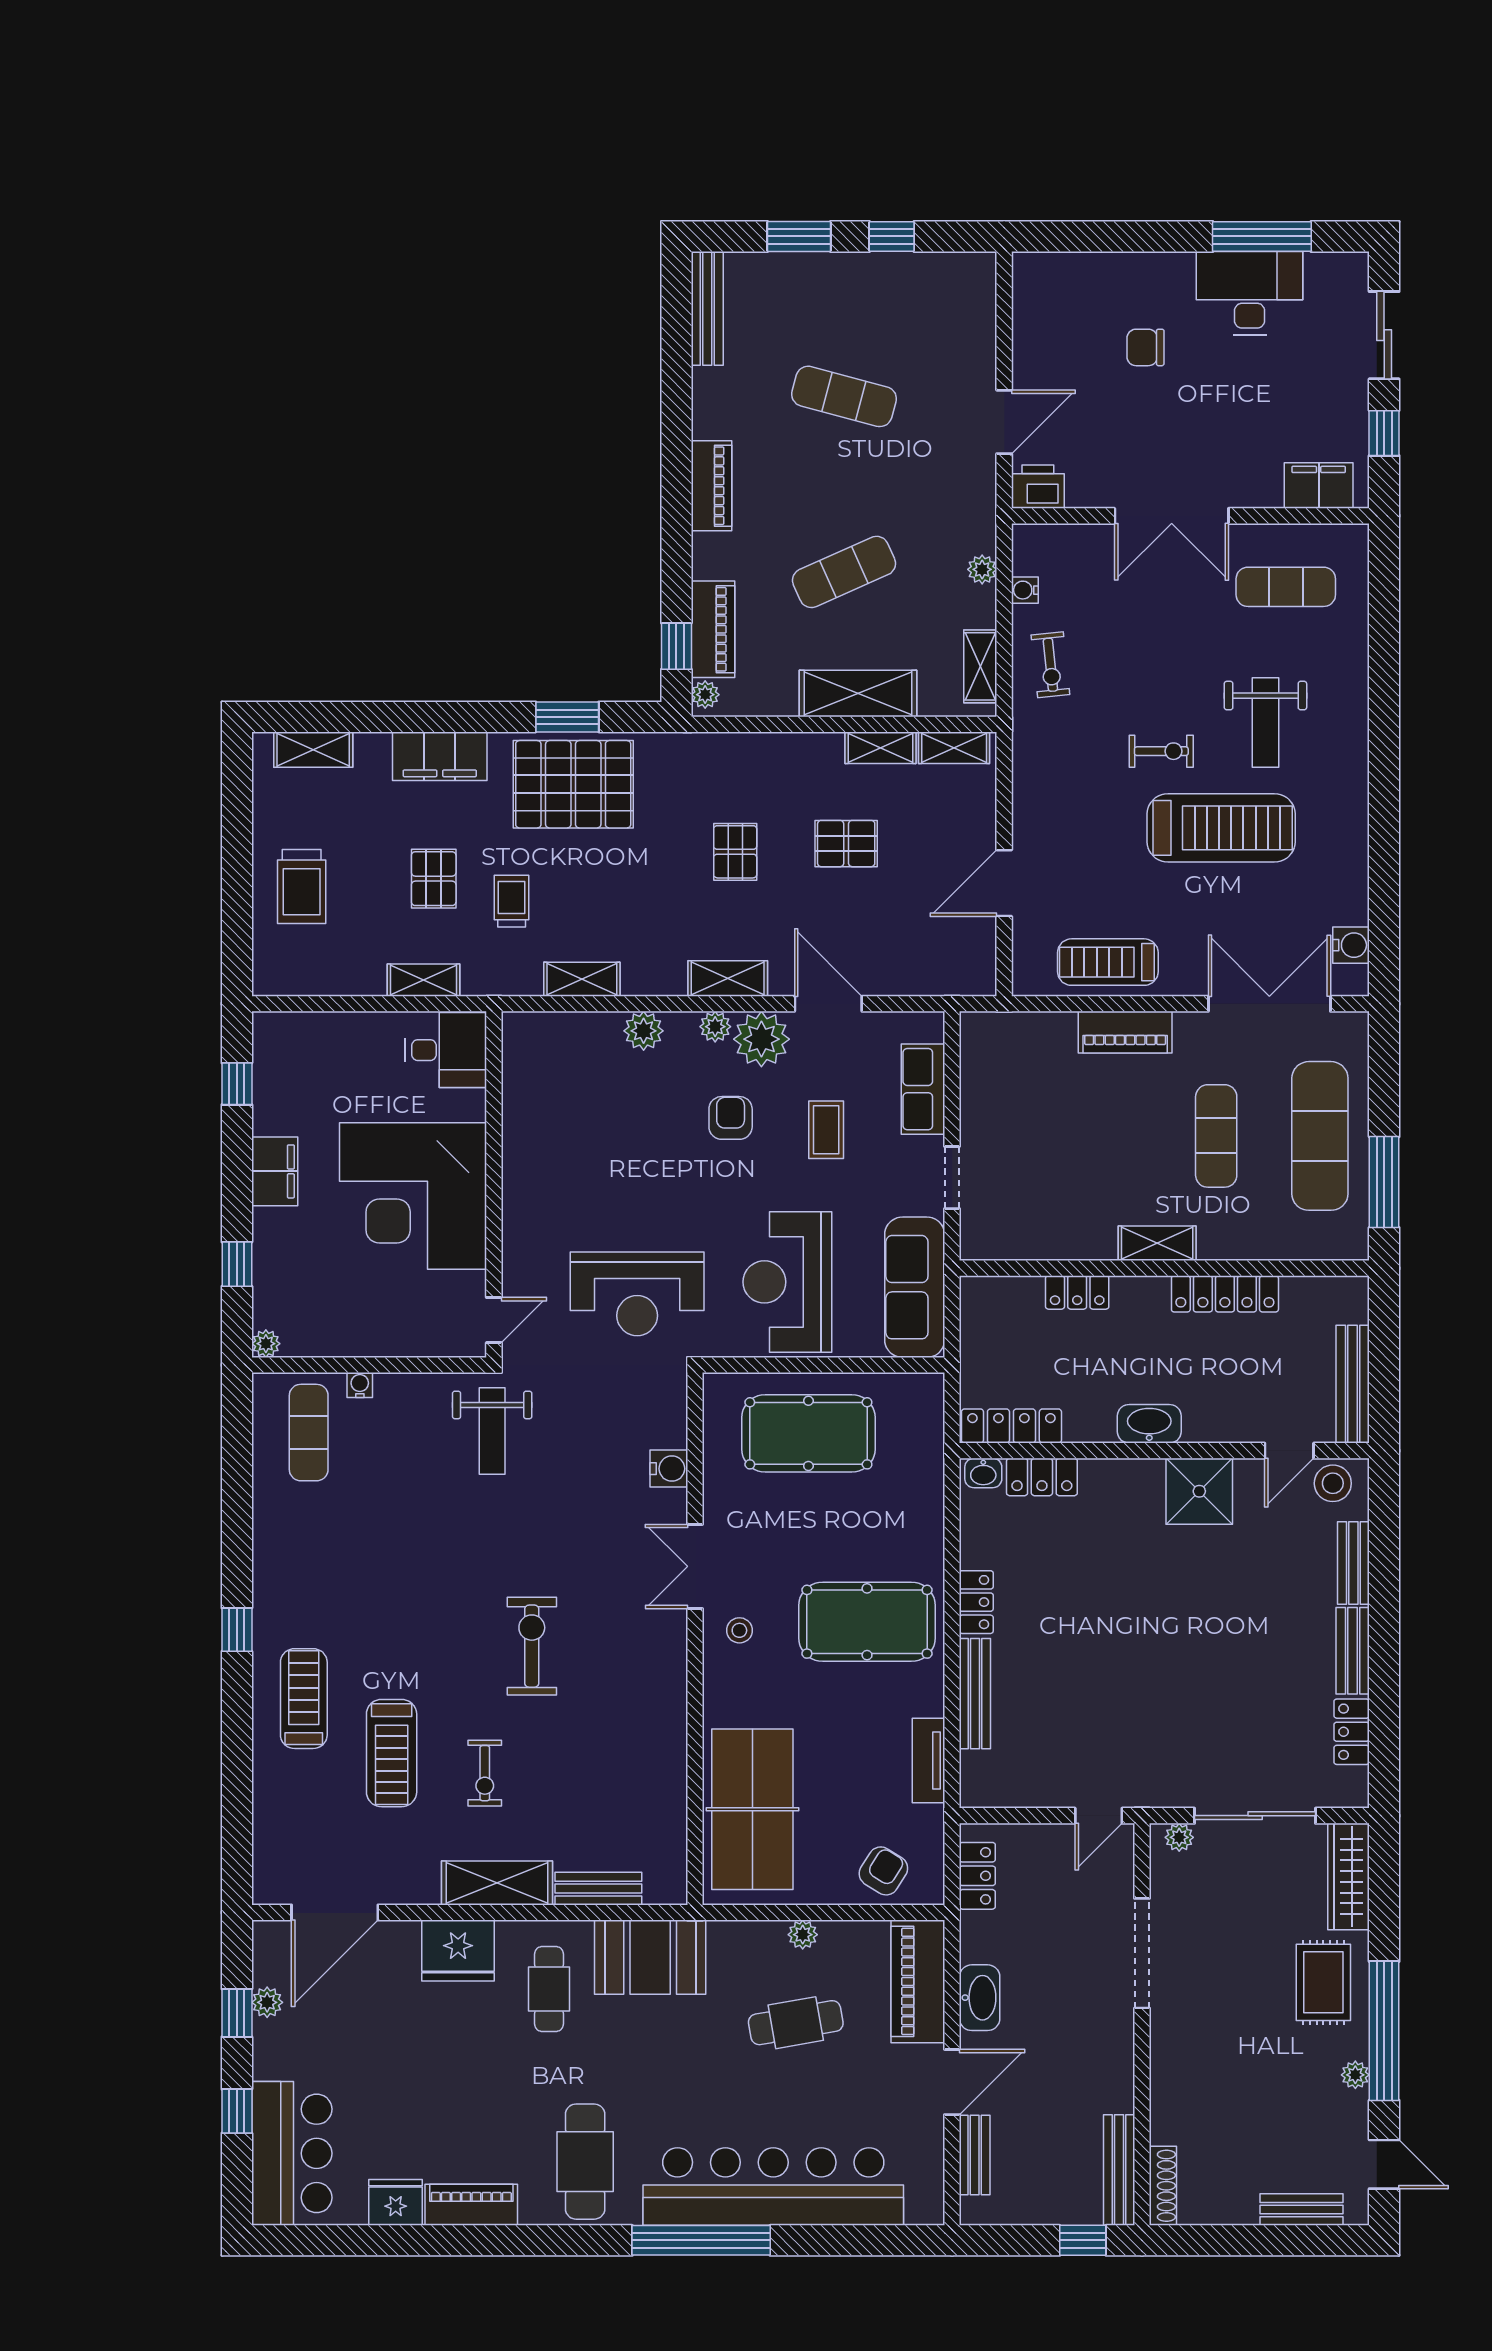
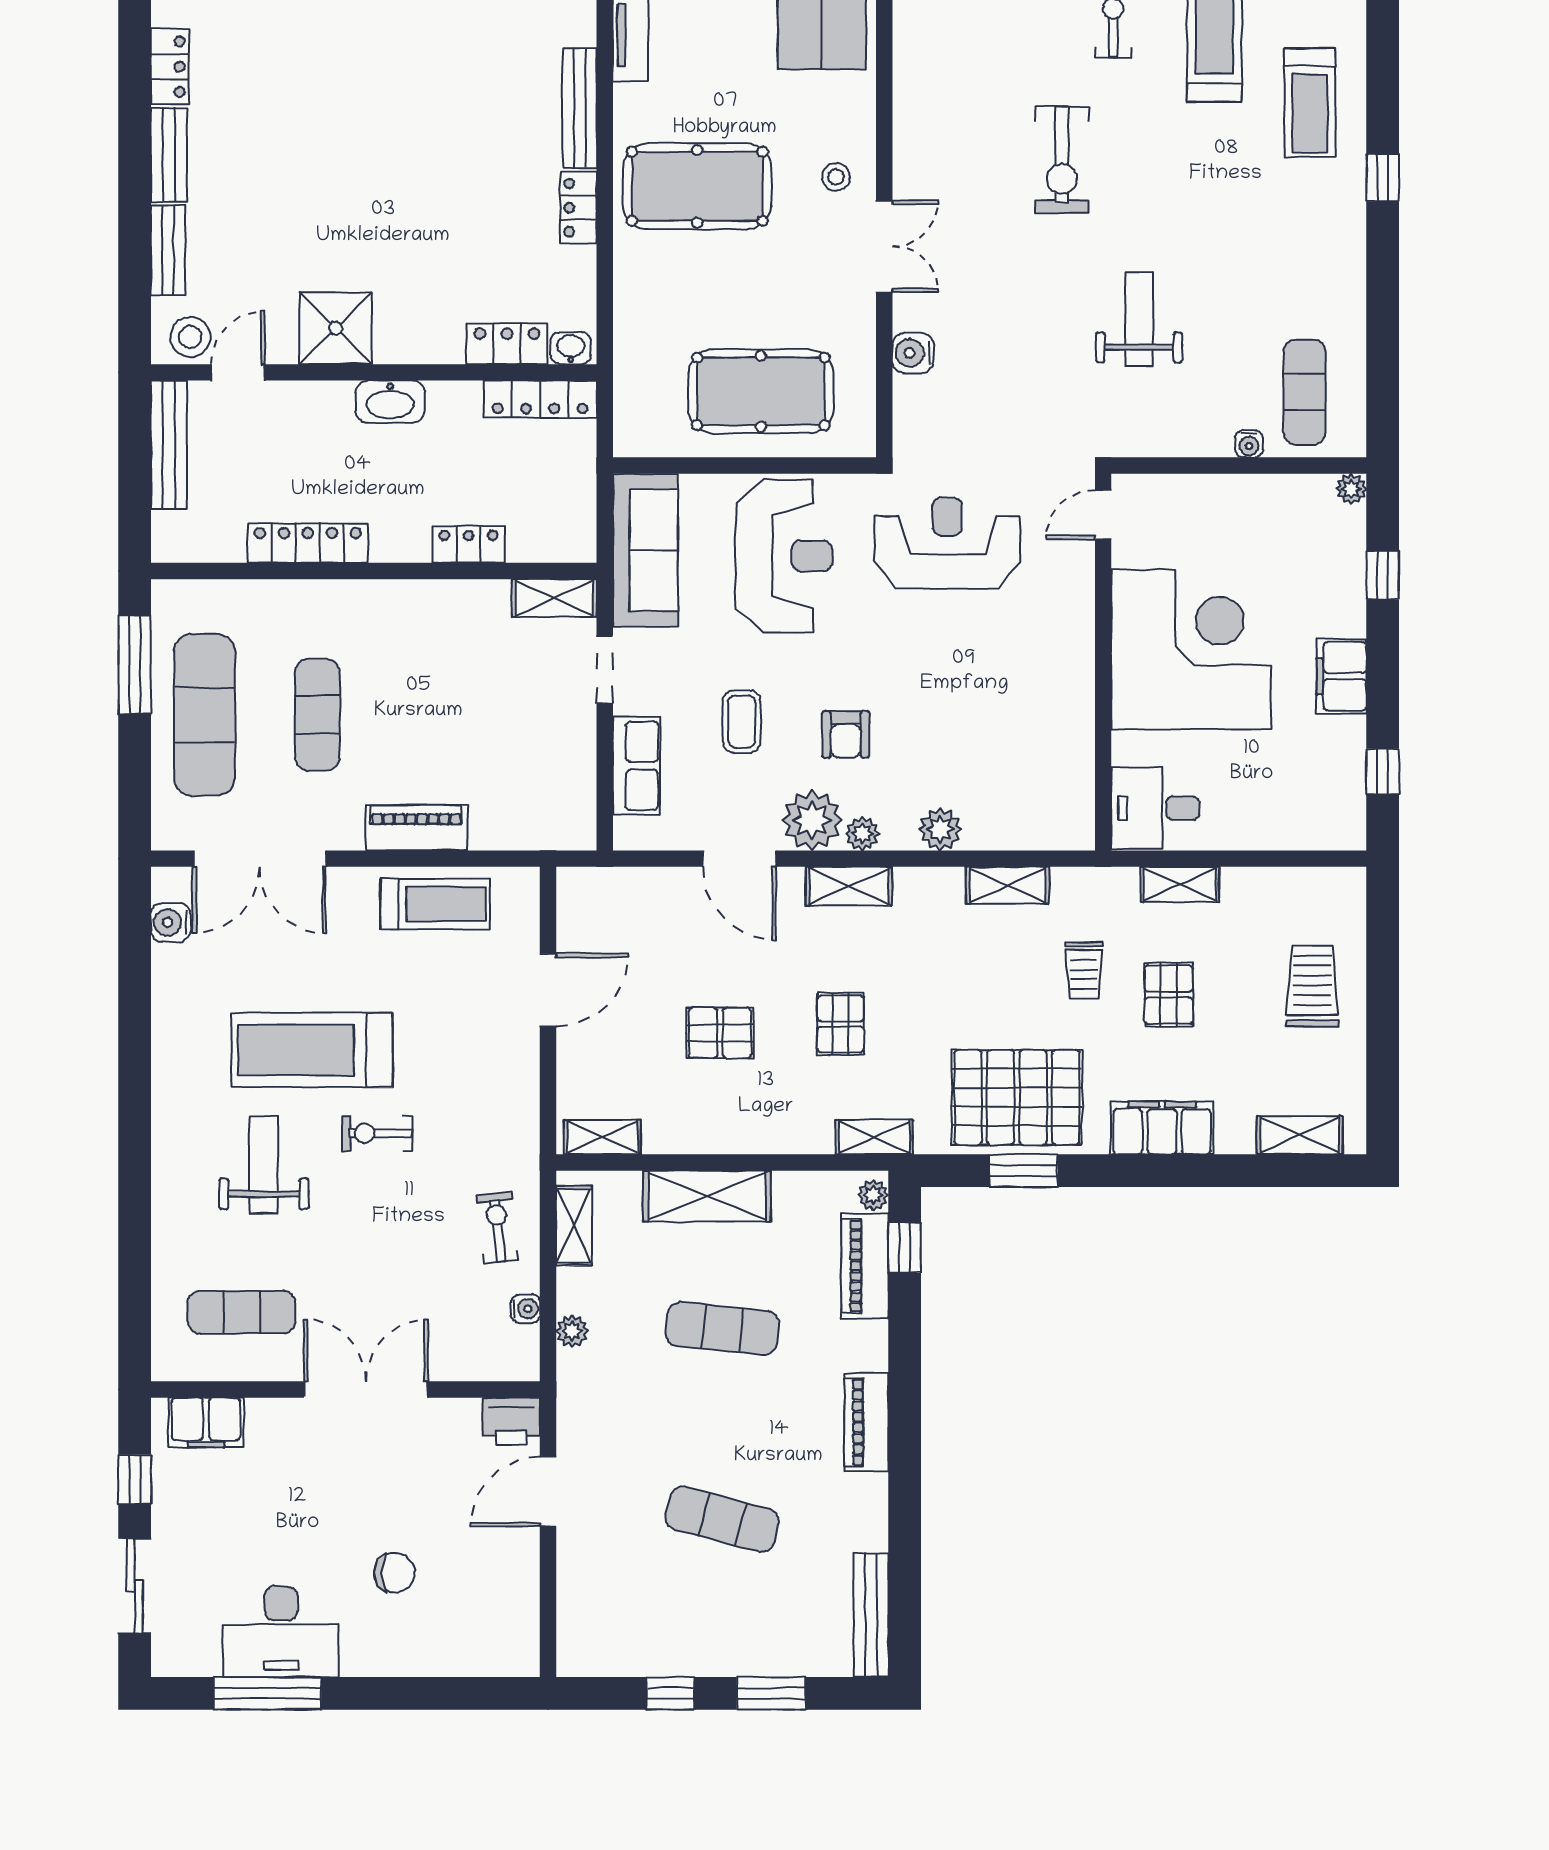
exercise mat: (844, 572) -> (722, 1328), turned 30
shelving: (880, 748) -> (874, 1137), moved
shelving: (1157, 1243) -> (554, 598), moved
weight bench: (492, 1431) -> (1139, 319), moved

